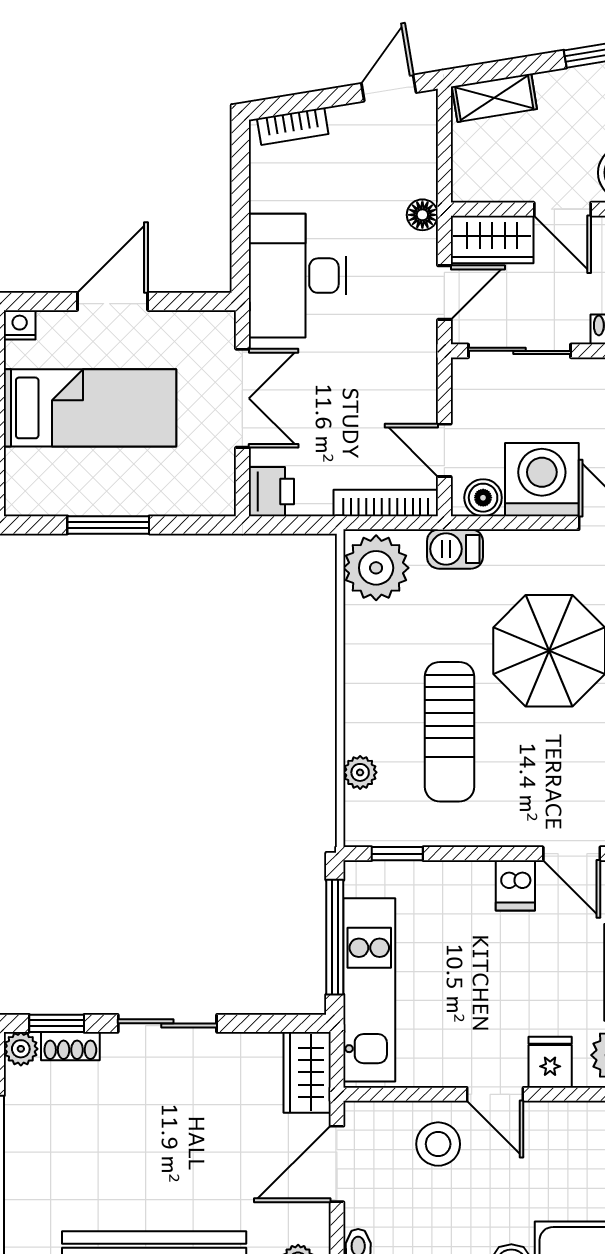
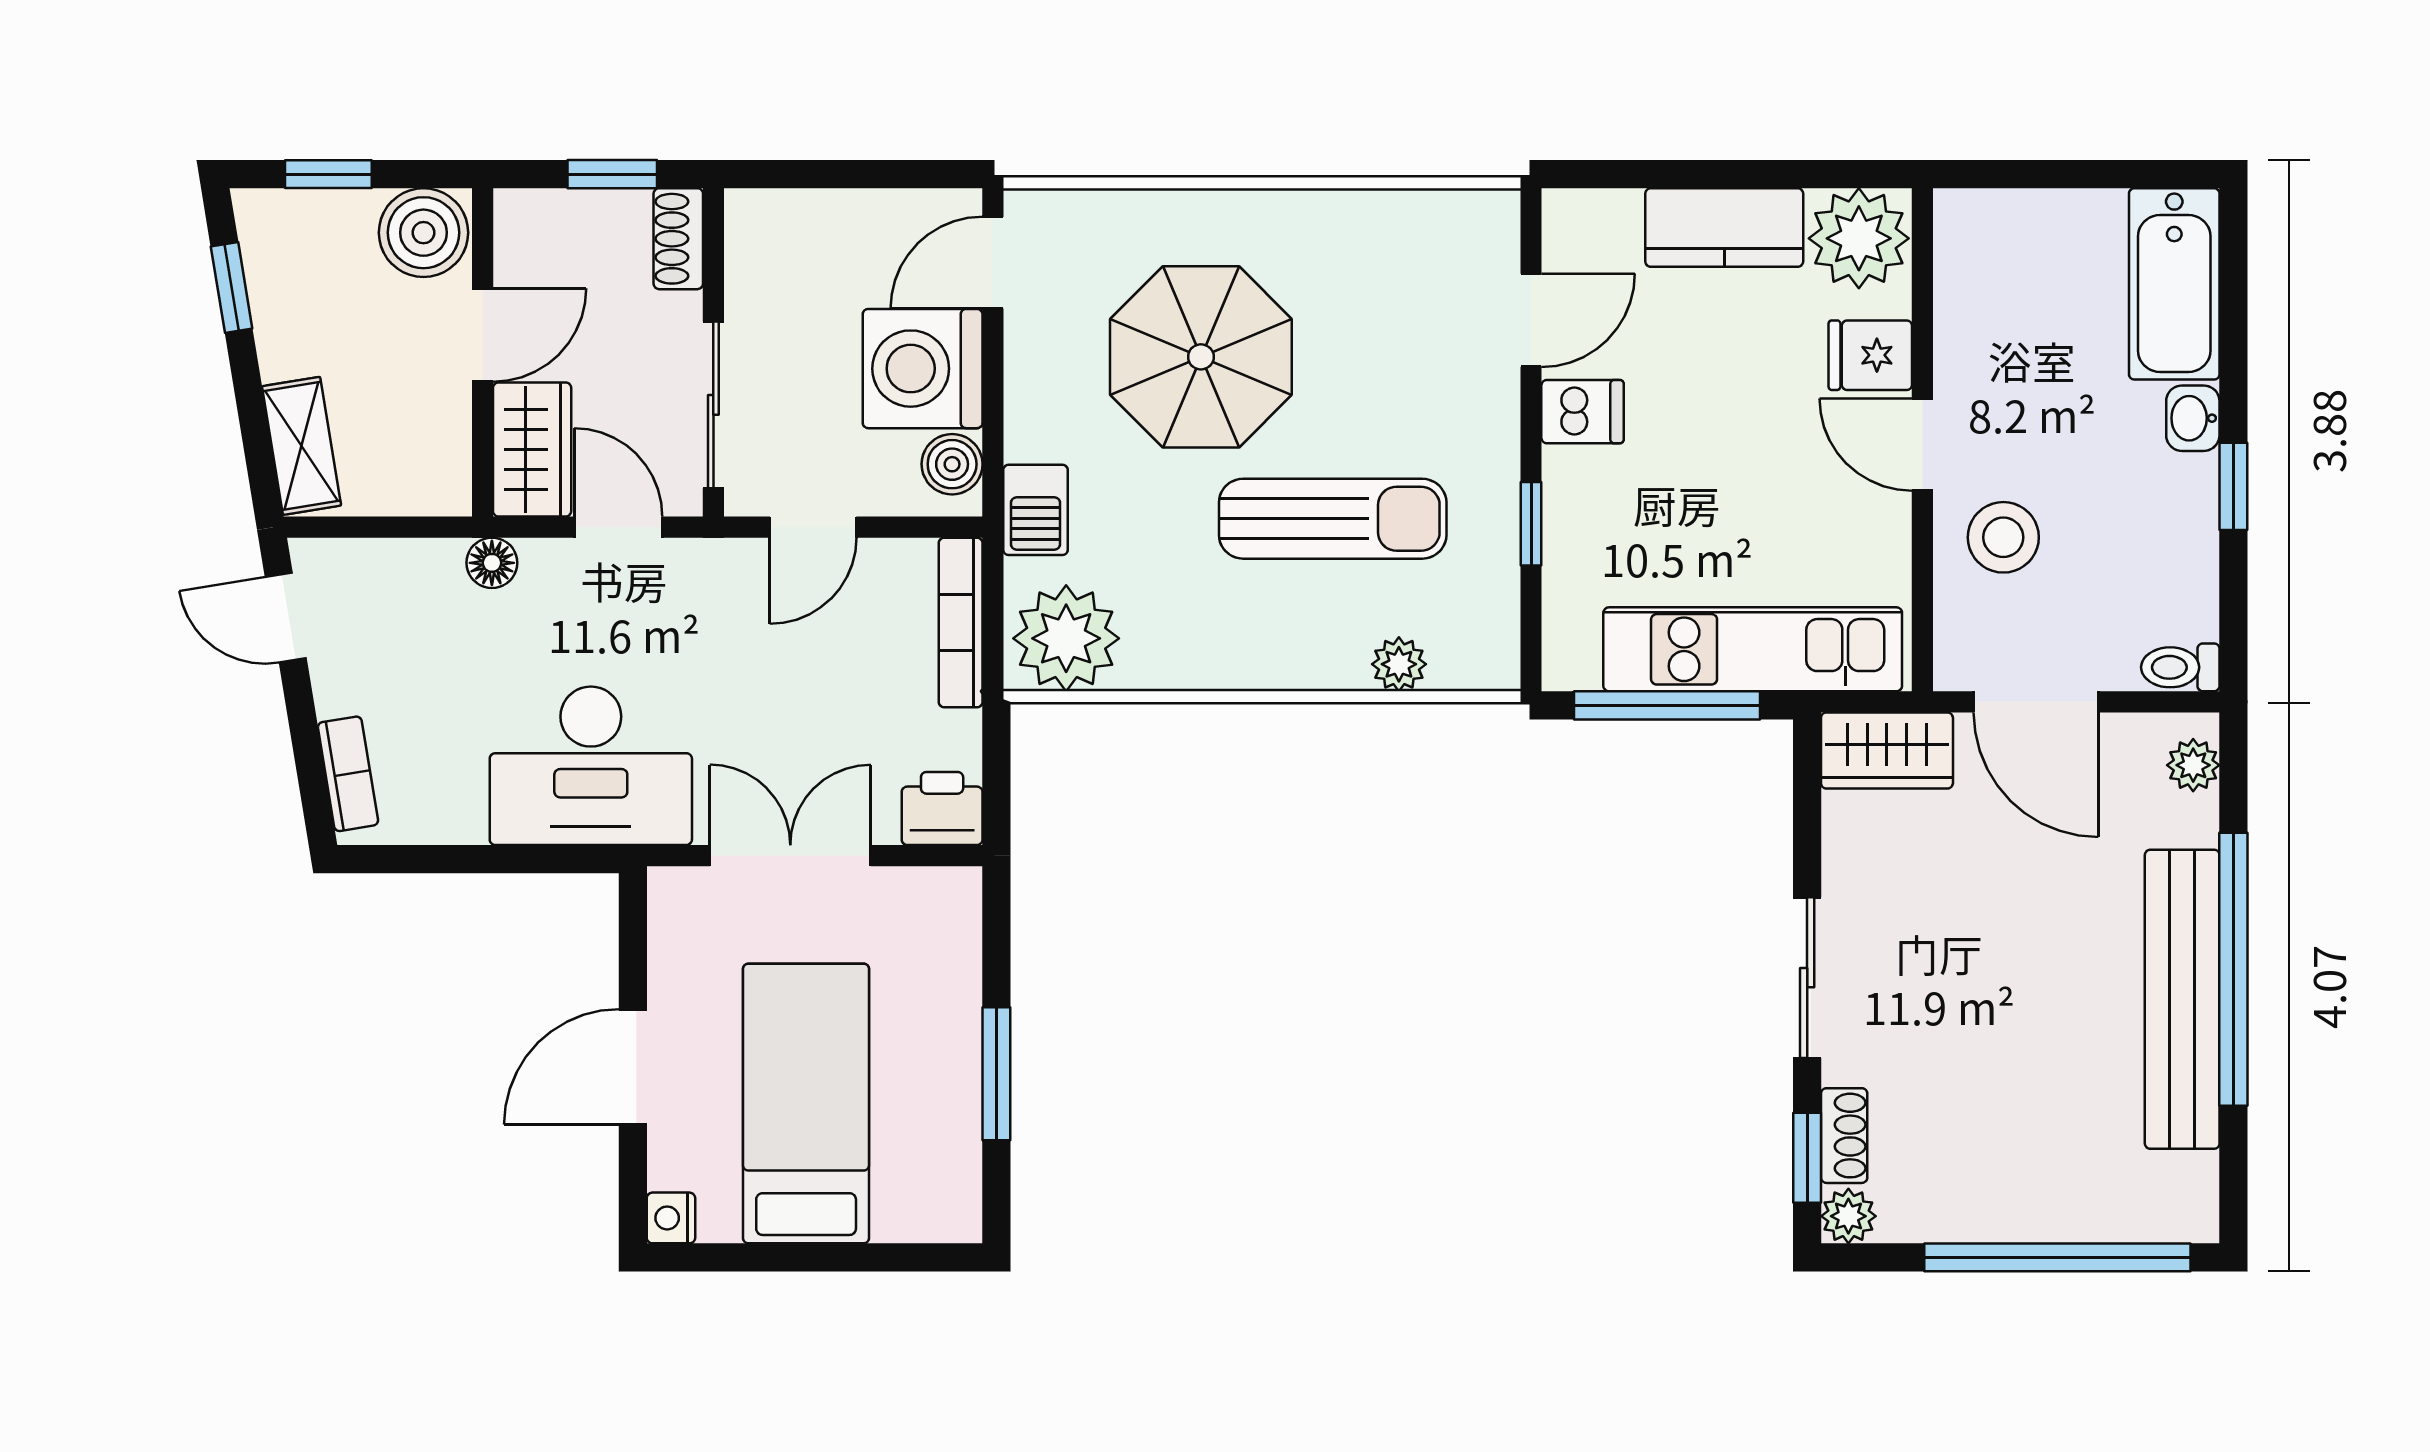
door: (113, 301) -> (633, 1067), hinge flipped
door: (444, 450) -> (813, 527), moved
window: (397, 854) -> (1531, 524), moved
door: (495, 1094) -> (1922, 445), swing flipped

